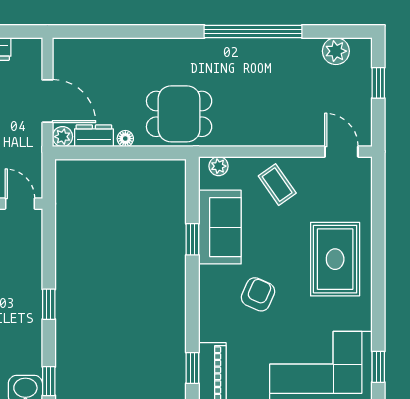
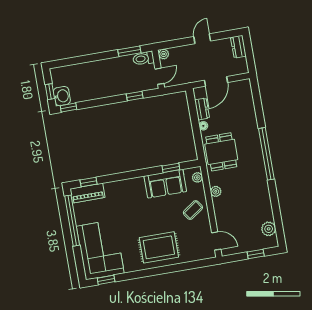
window: (253, 31) -> (266, 154), moved
plant: (62, 137) -> (216, 191), moved
door: (341, 152) -> (216, 241), hinge flipped
window: (192, 239) -> (171, 168), moved
armchair: (258, 294) -> (133, 210), removed
window: (49, 304) -> (135, 96), moved

